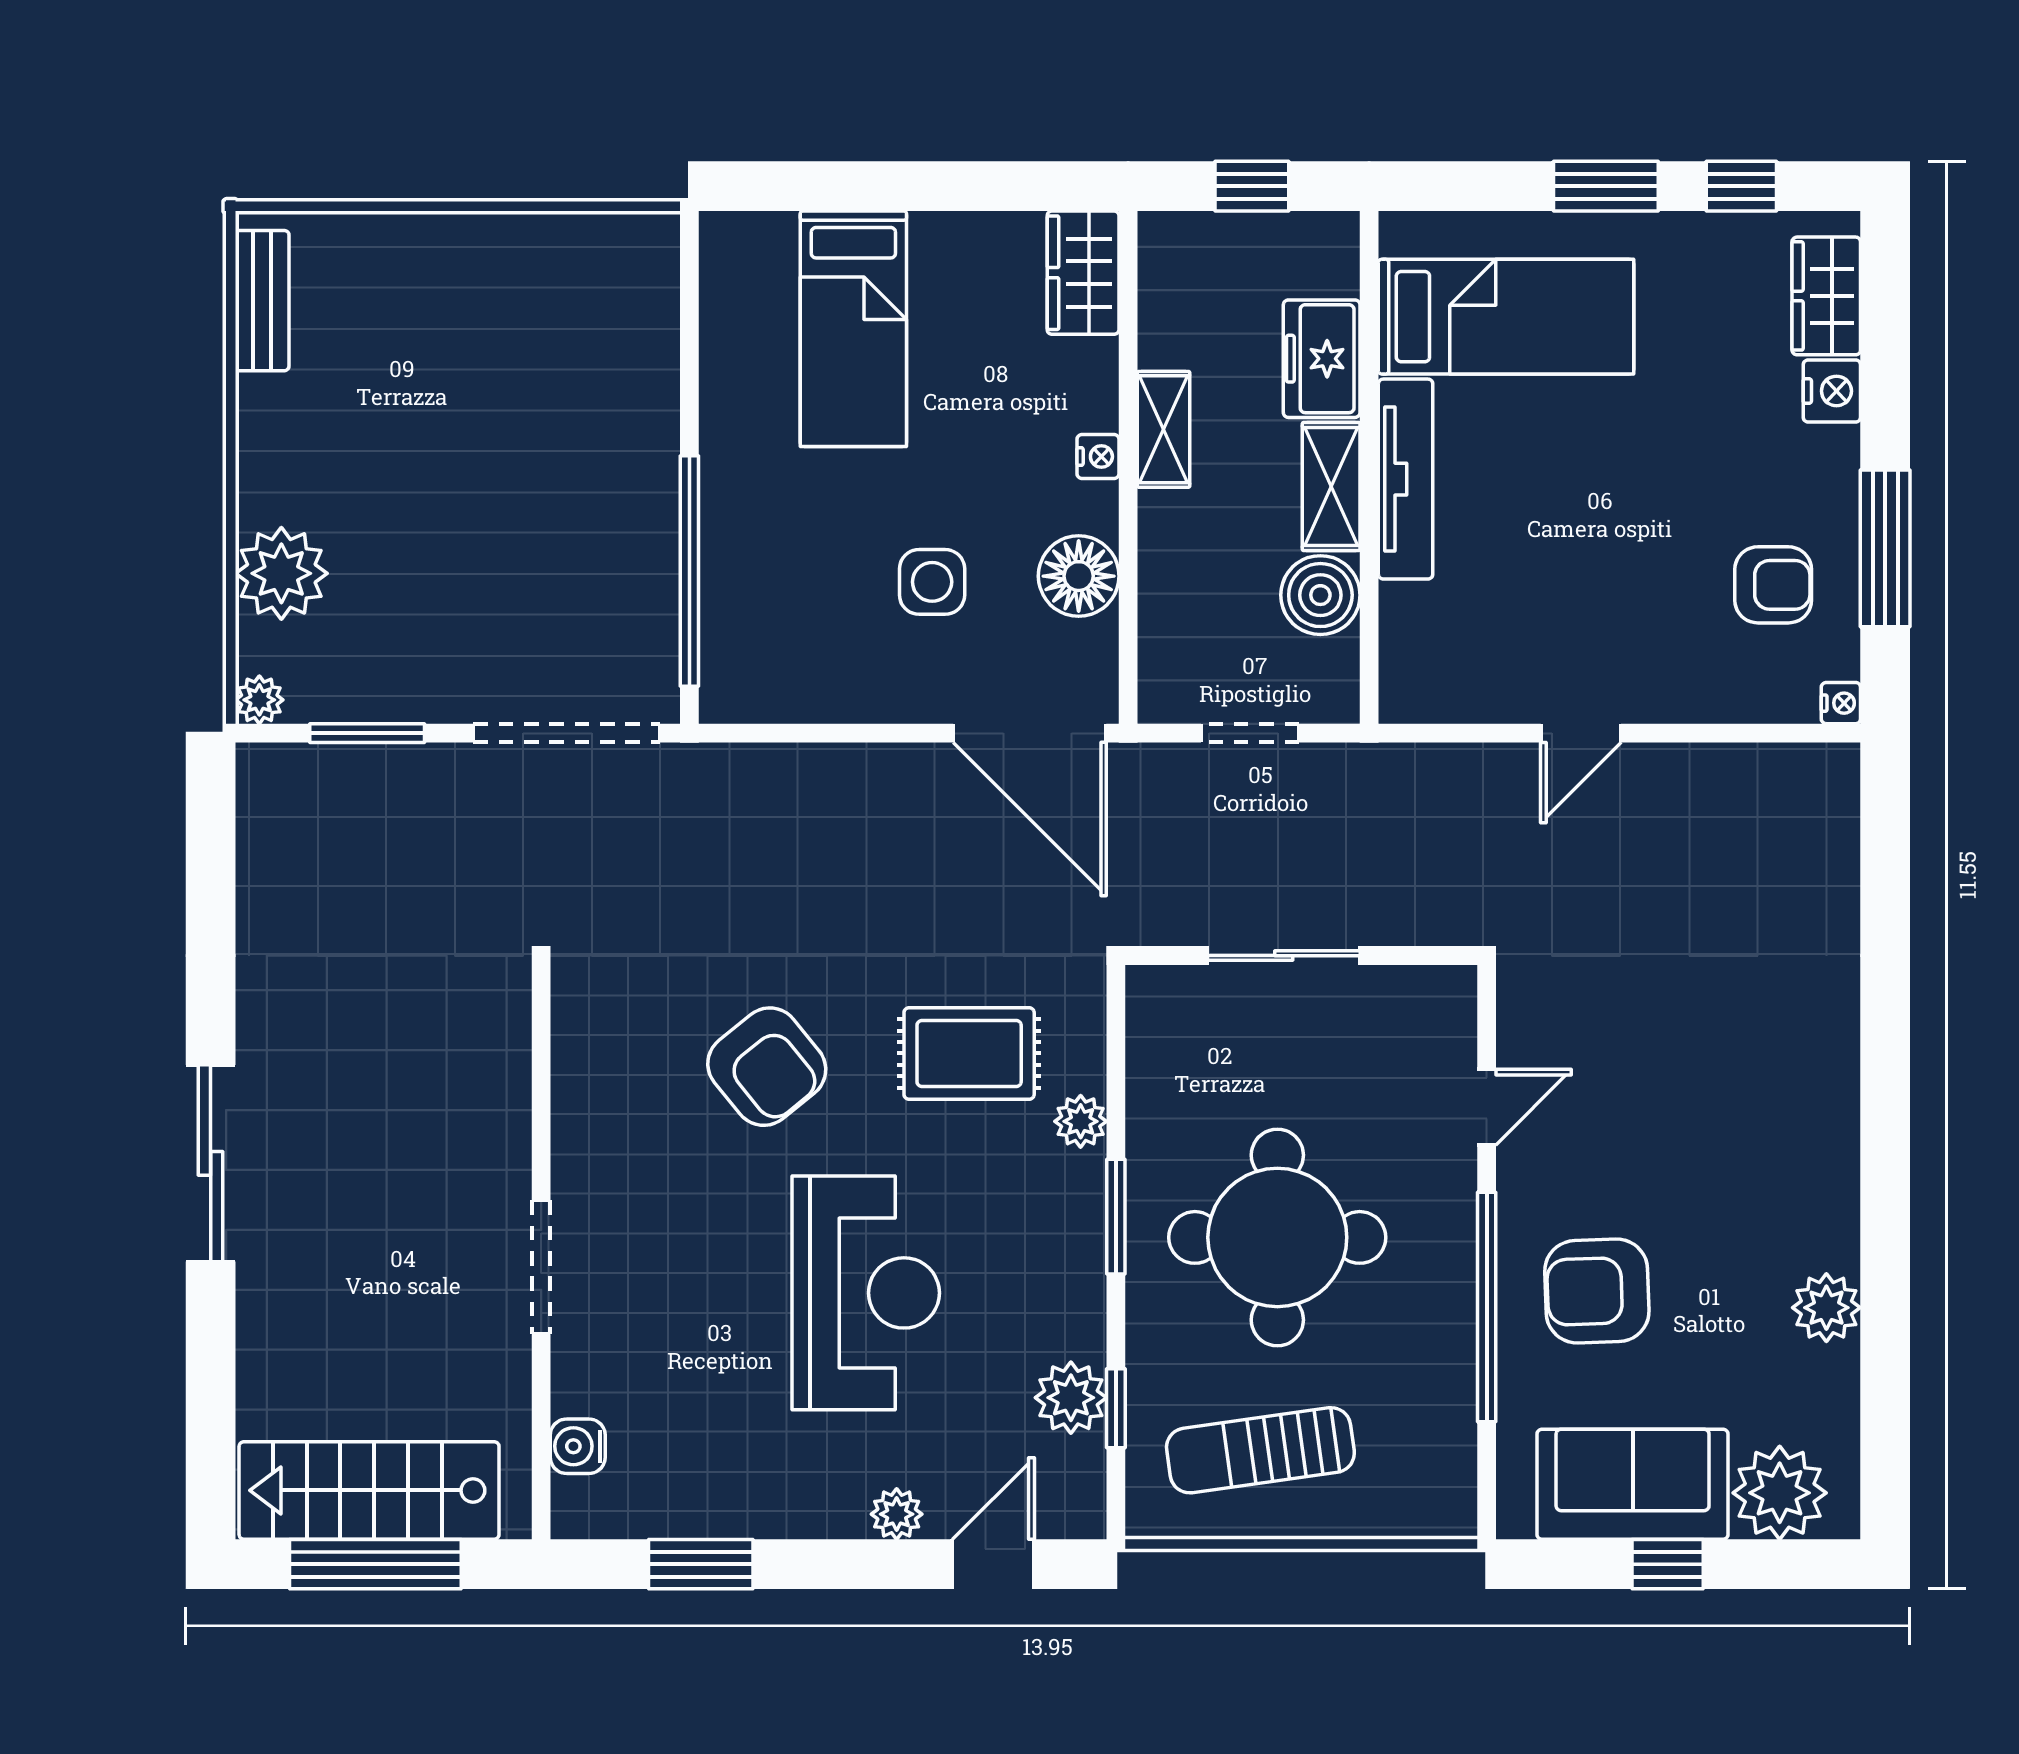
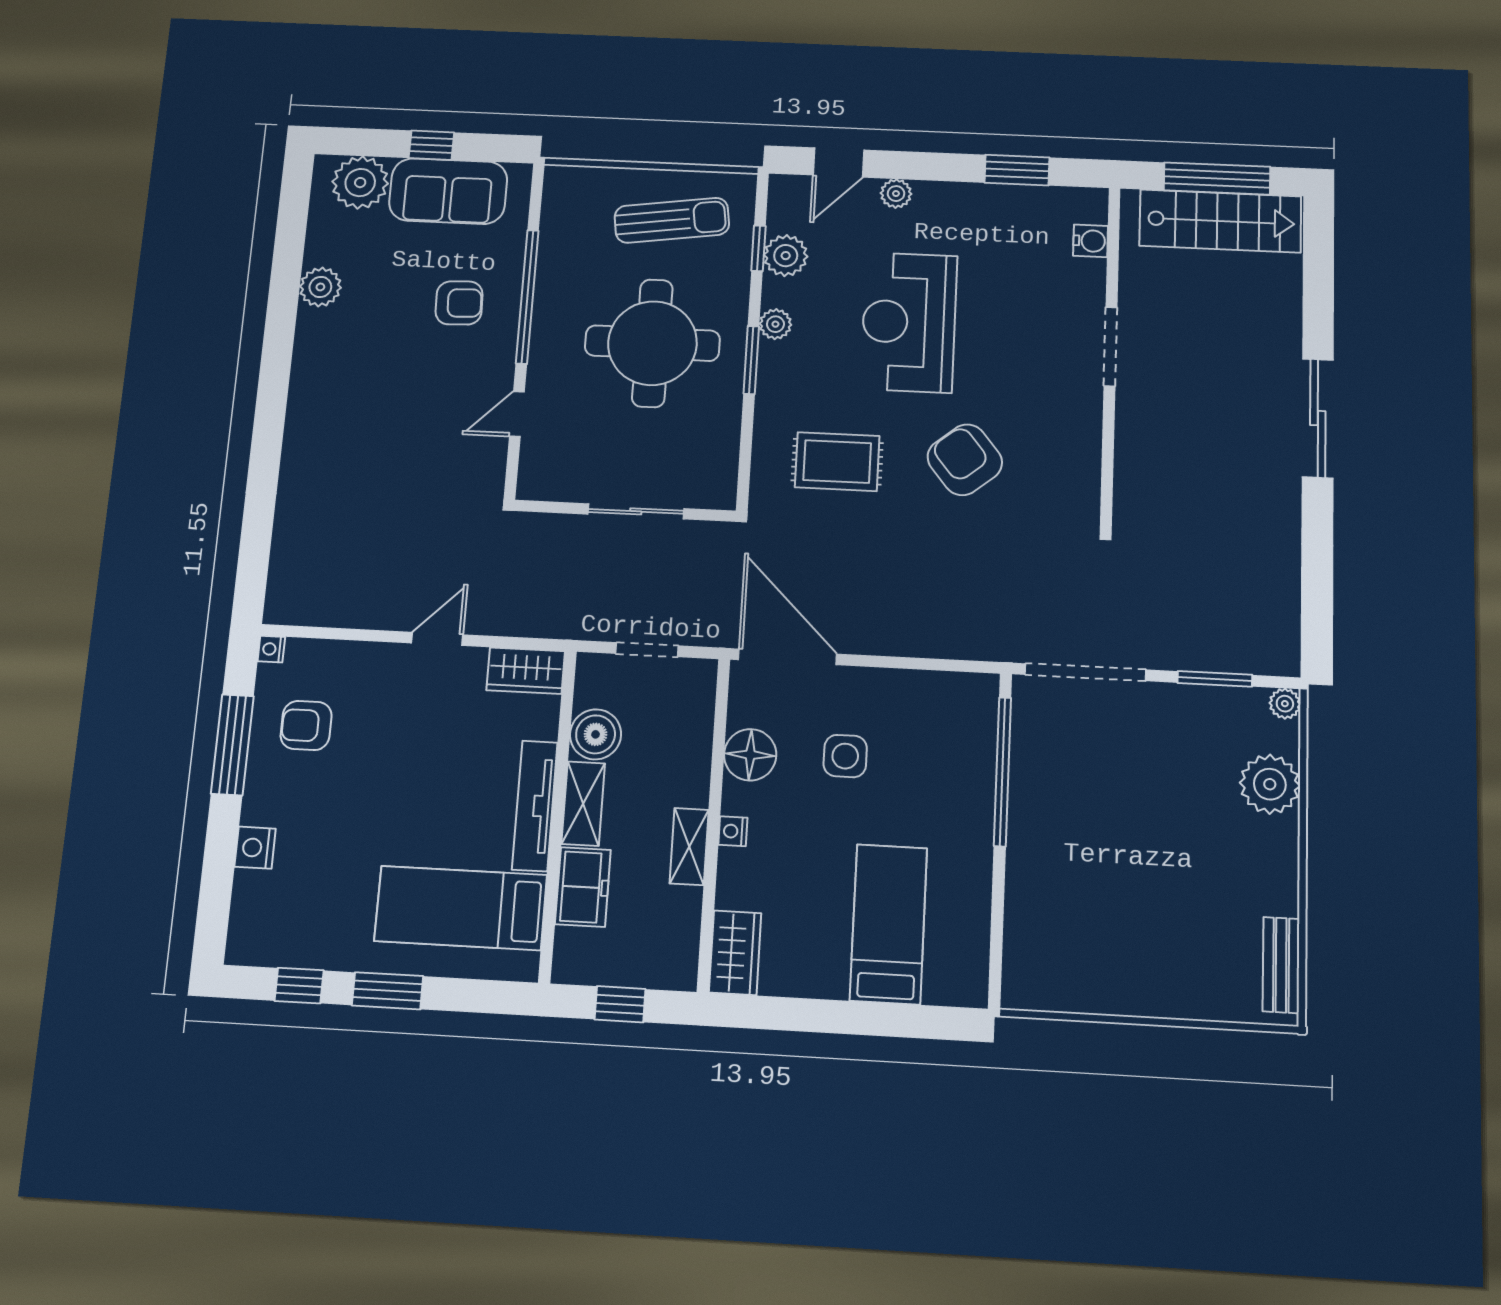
wardrobe: (1826, 296) -> (526, 671), moved, turned 90
plant: (1081, 1121) -> (775, 324), moved
armchair: (1597, 1291) -> (459, 303), width x0.72, depth x0.72

